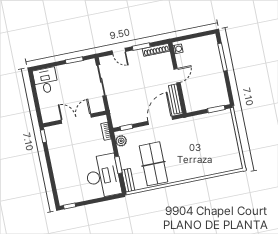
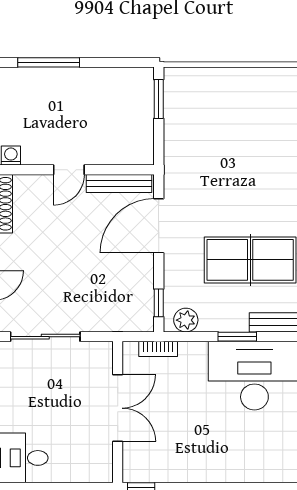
door: (177, 76) -> (69, 170), swing flipped
double door: (76, 119) -> (118, 408), swing flipped
door: (160, 120) -> (159, 226), hinge flipped

